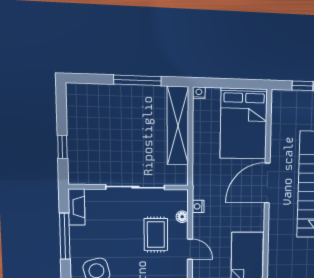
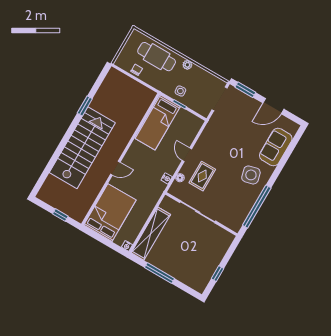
window: (62, 147) -> (218, 274), moved
door: (267, 183) -> (115, 168), width x0.53
fireplace: (77, 207) -> (239, 220), removed
window: (65, 236) -> (257, 207), width x1.46

